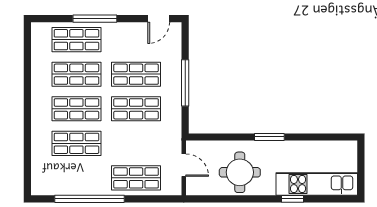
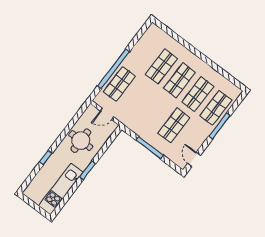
shop shelf: (136, 109) -> (156, 112), removed
kitchen unit: (317, 184) -> (61, 189), moved, turned 180
window: (90, 199) -> (113, 69), moved

